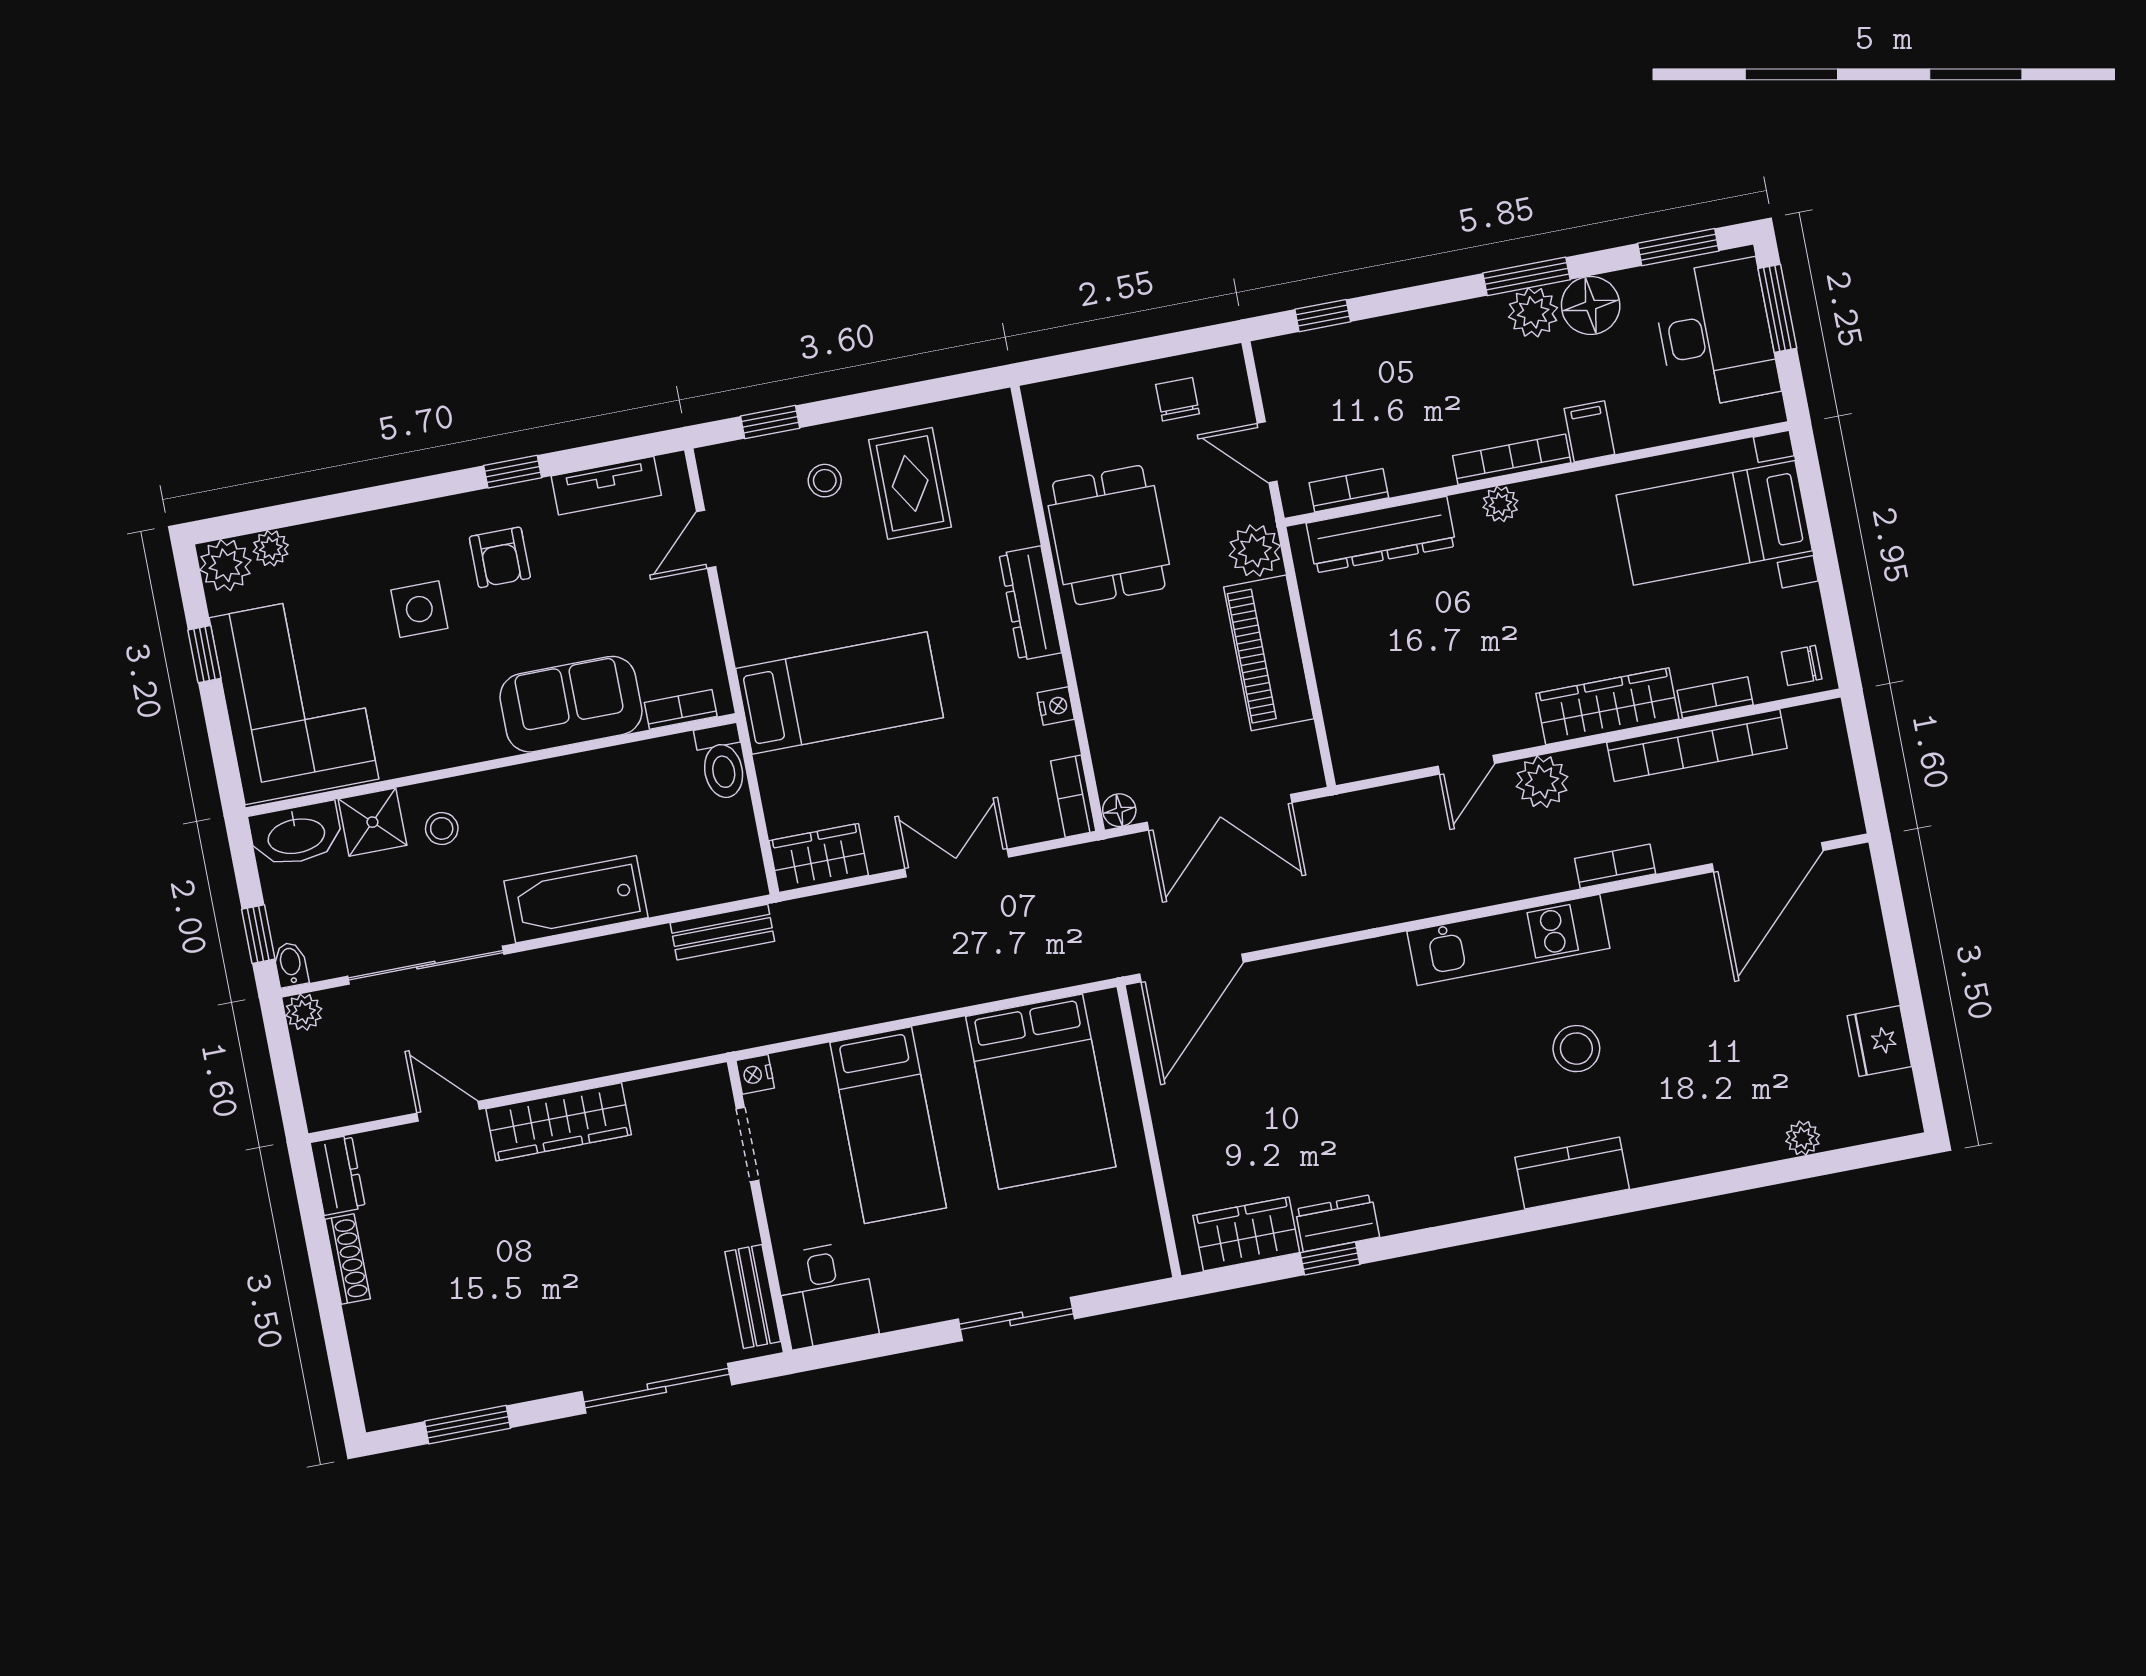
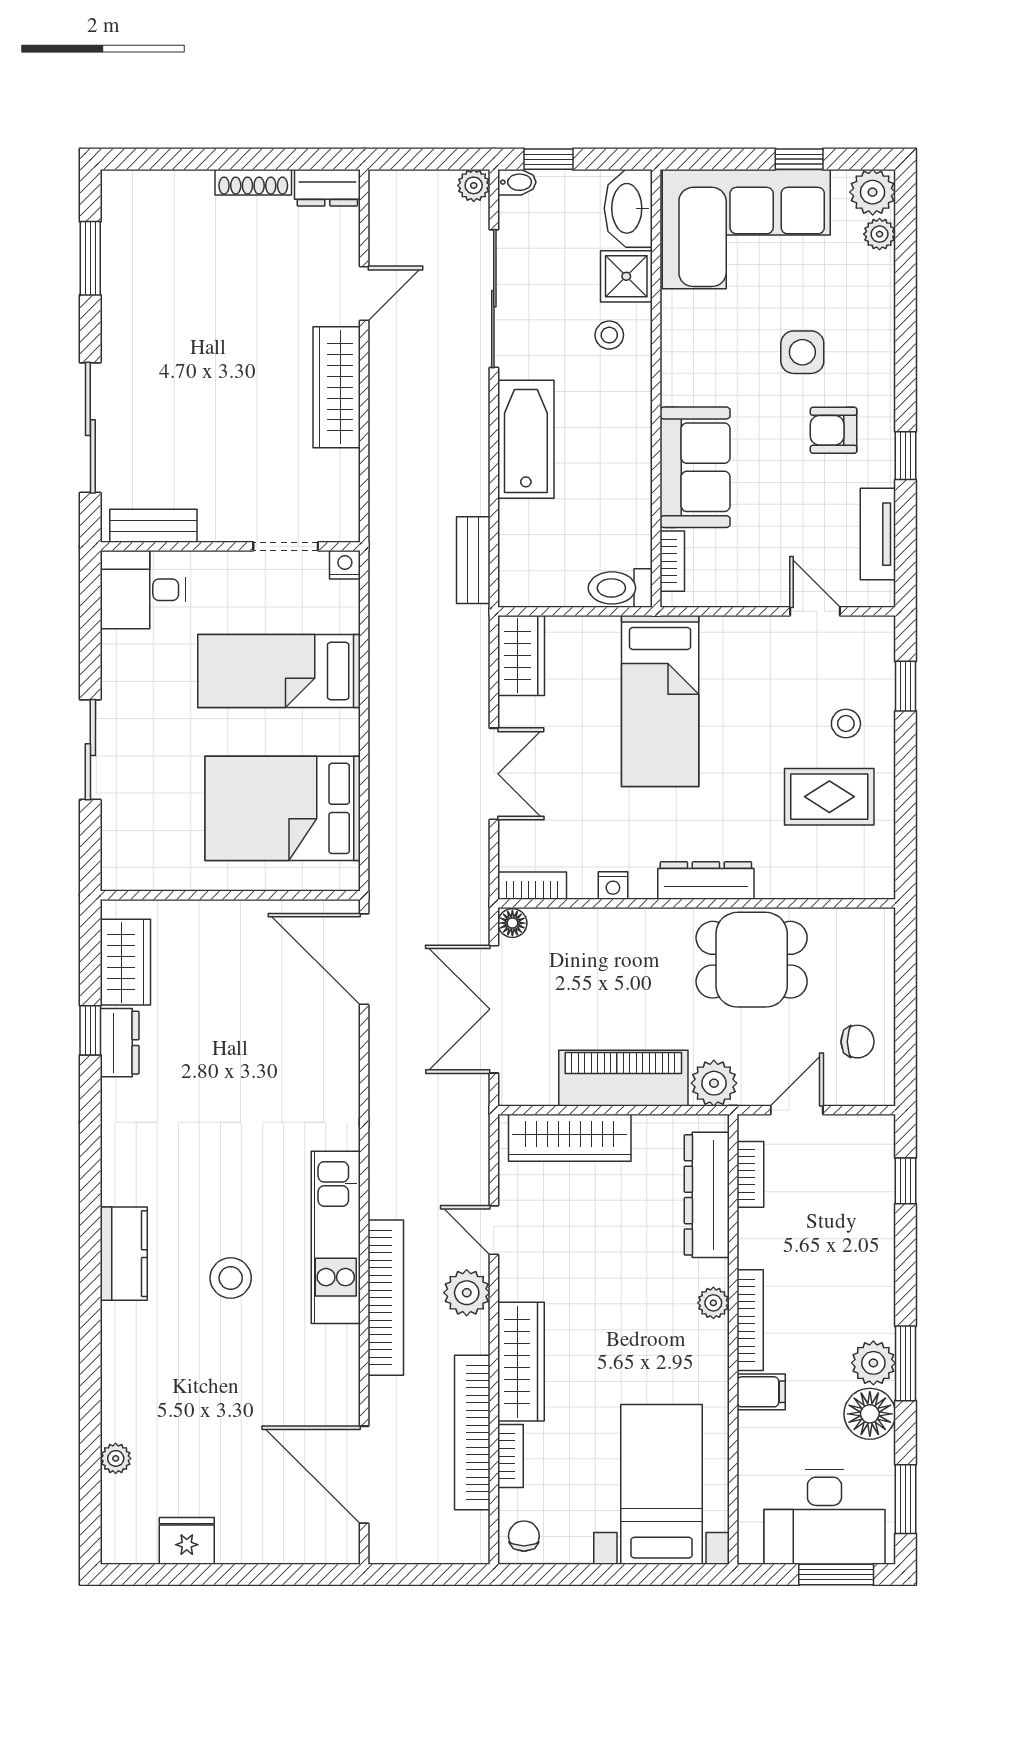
wardrobe: (1347, 700) -> (570, 1138), added
bookcase: (1615, 866) -> (386, 1298), width x2.31, depth x1.31

